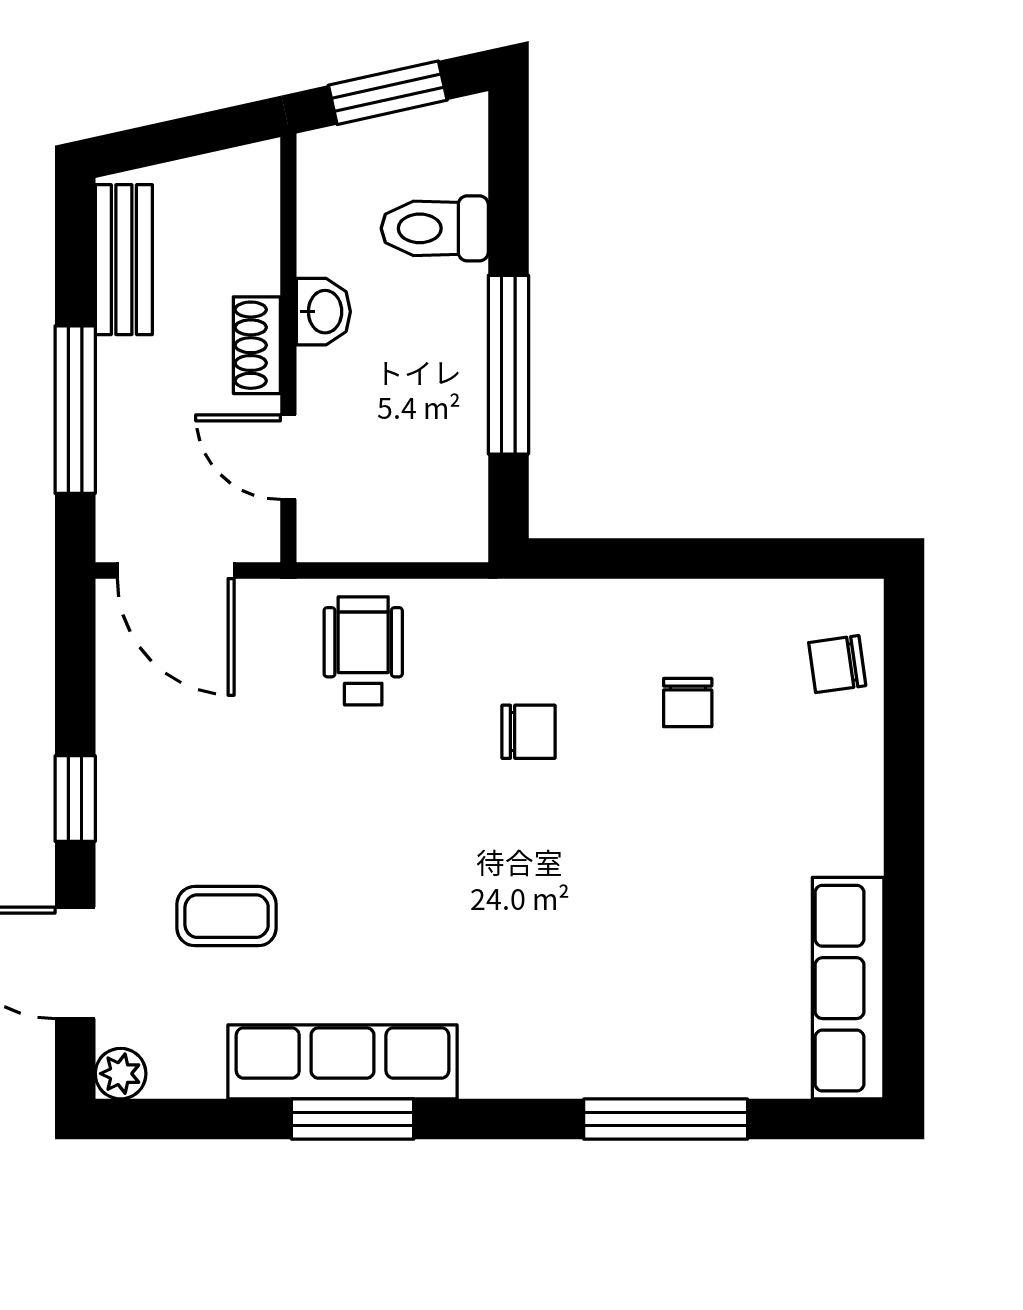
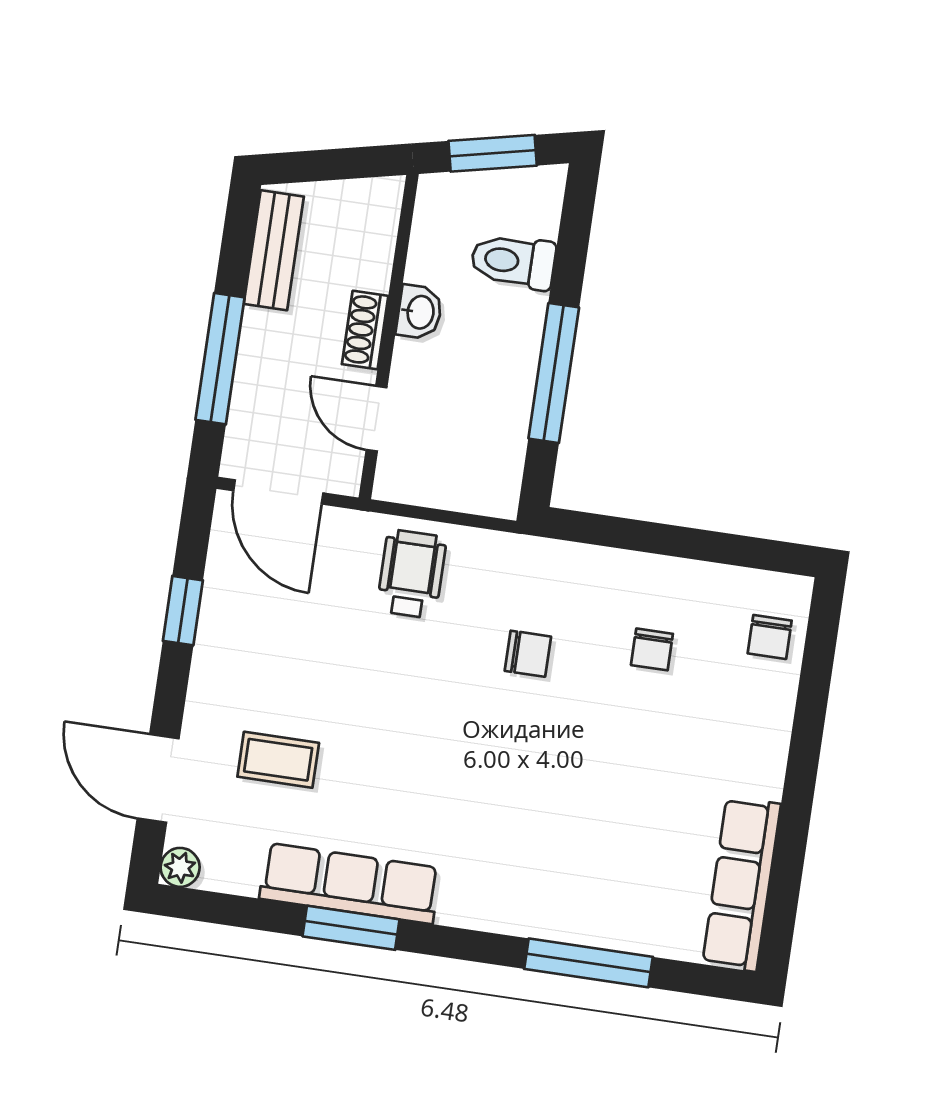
chair: (837, 664) -> (770, 637), turned -82
window: (75, 799) -> (183, 611), moved

